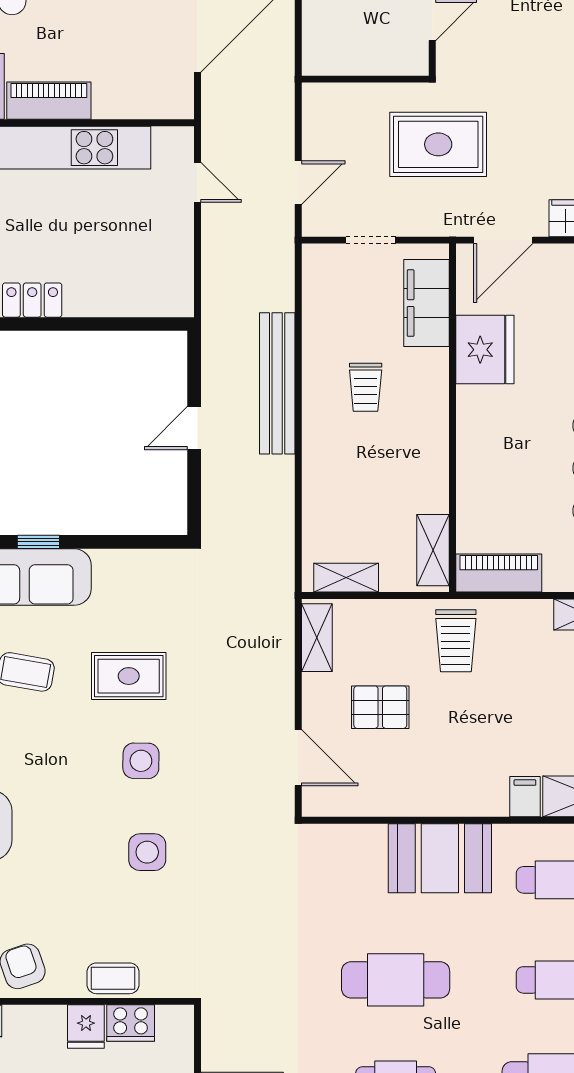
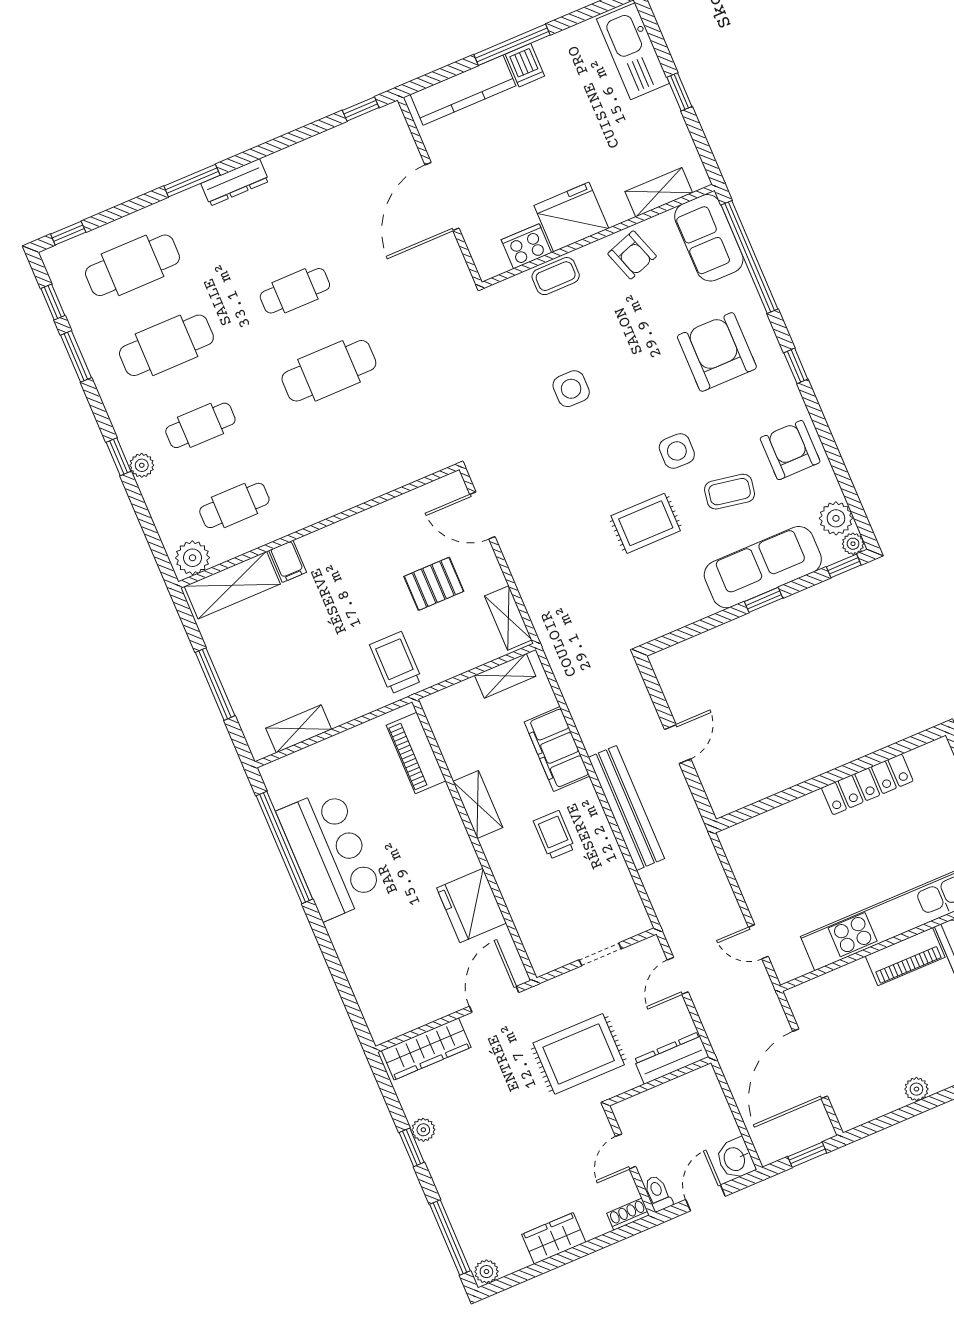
dresser: (342, 98) -> (671, 1058), added
filing cabinet: (426, 303) -> (557, 749), moved, turned 180
shelving: (433, 550) -> (478, 805), moved
piano: (499, 573) -> (416, 753), moved, turned 90
side table: (141, 761) -> (677, 451), moved
booth: (440, 858) -> (335, 483), removed
fridge: (86, 1027) -> (571, 217), width x1.88, depth x1.34

